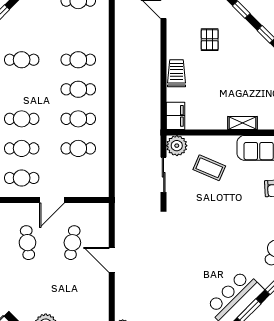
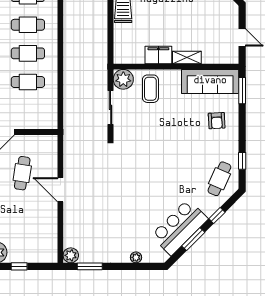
filing cabinet: (176, 116) -> (158, 55), moved, turned -90
coffee table: (209, 168) -> (150, 89), moved, turned 67

